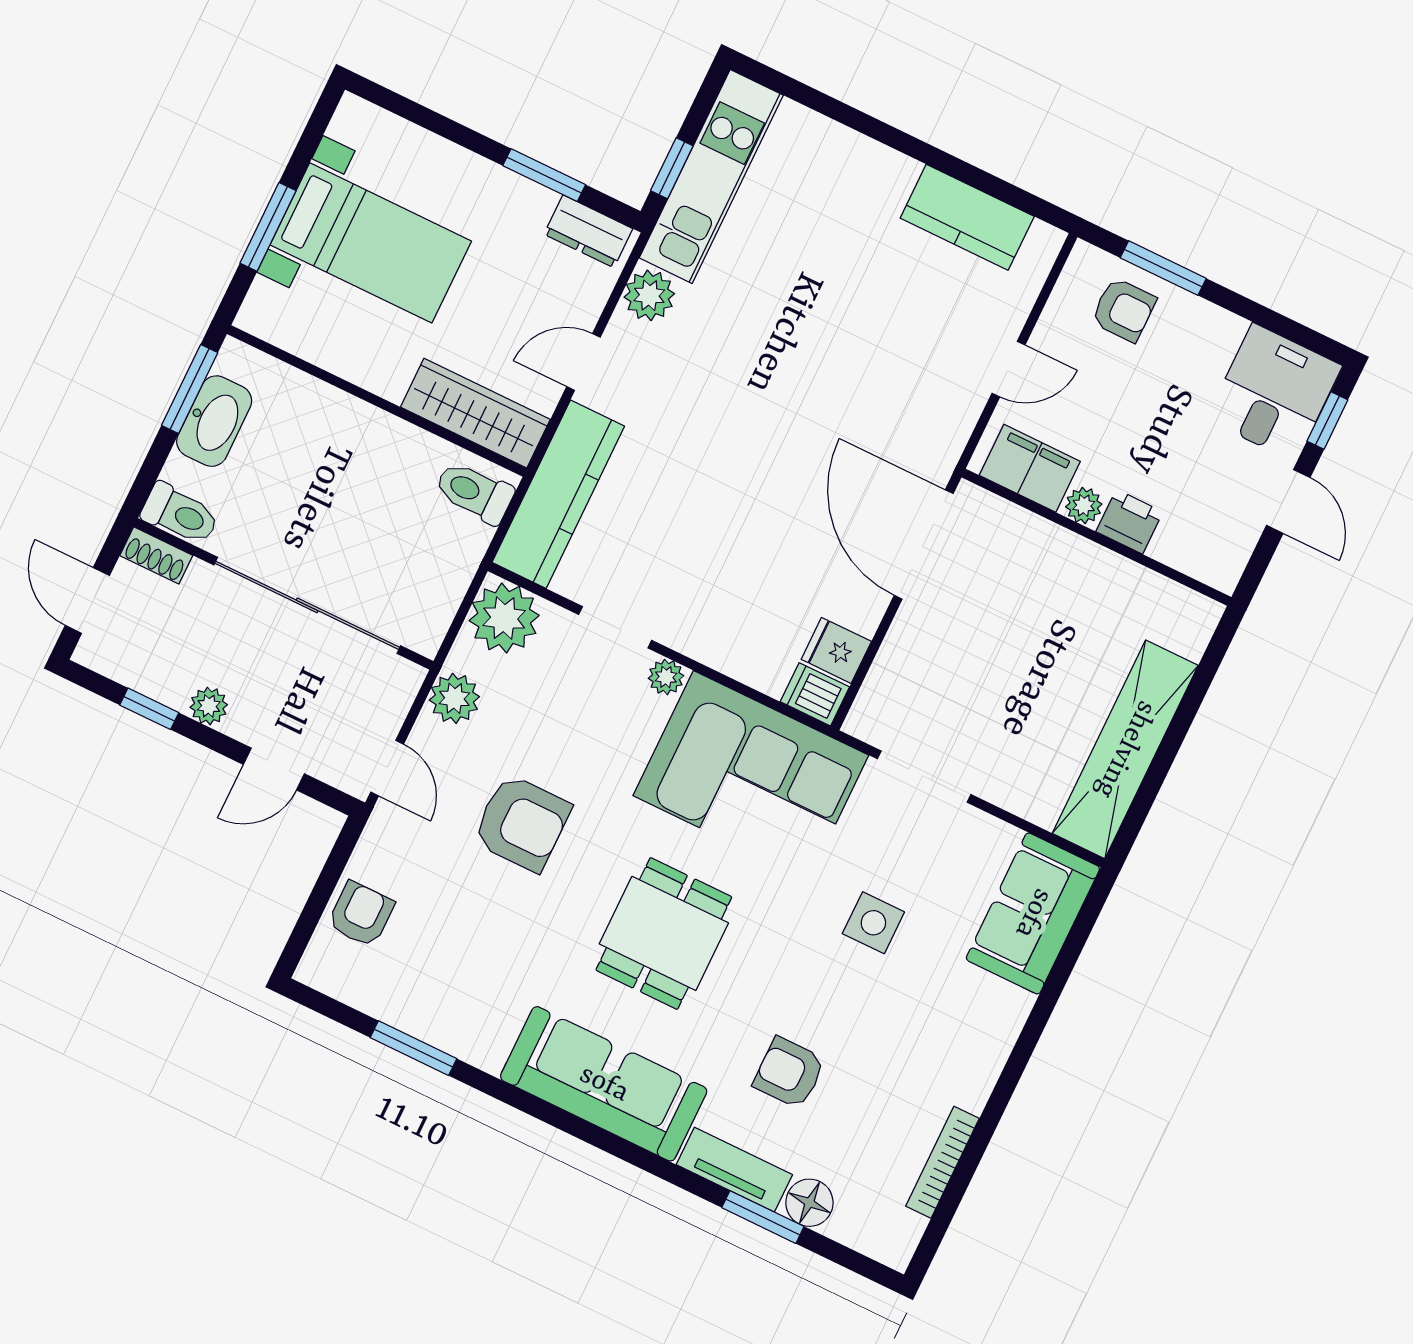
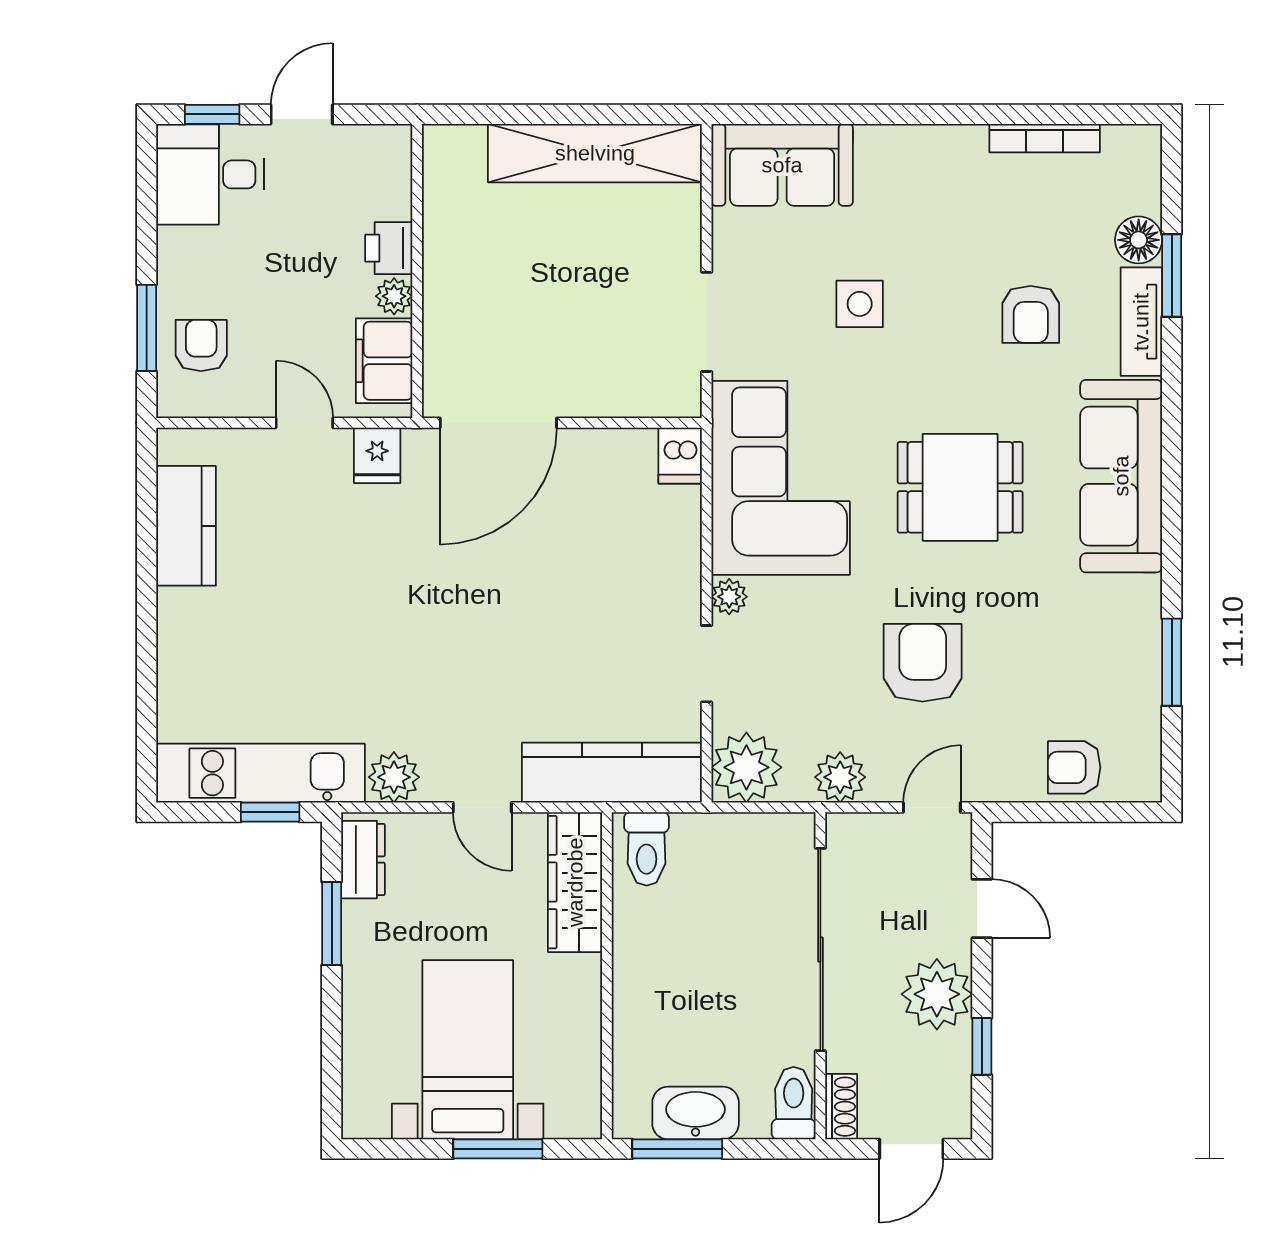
fridge: (836, 650) -> (377, 455), moved
plant: (209, 706) -> (937, 994), width x1.87, depth x1.87

